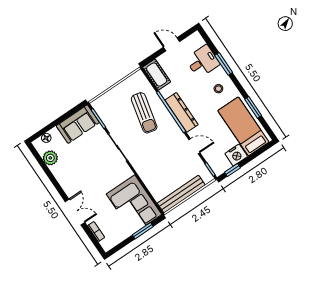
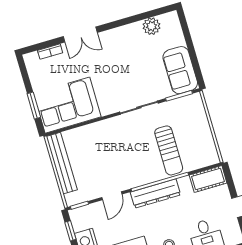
sun lounger: (144, 113) -> (169, 150), turned -103
floor lamp: (46, 138) -> (176, 29), removed

